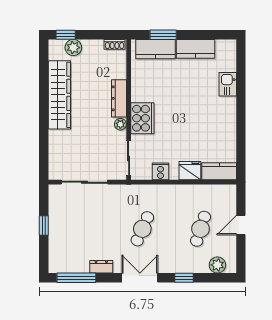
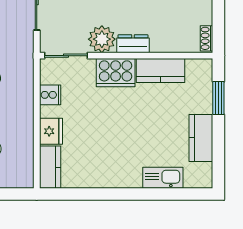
kitchen counter: (155, 49) -> (160, 70), moved, turned -90
kitchen sink: (228, 84) -> (163, 178), width x1.38
dresser: (119, 98) -> (133, 44), width x0.70
plant: (120, 124) -> (102, 39), width x1.88, depth x1.88

